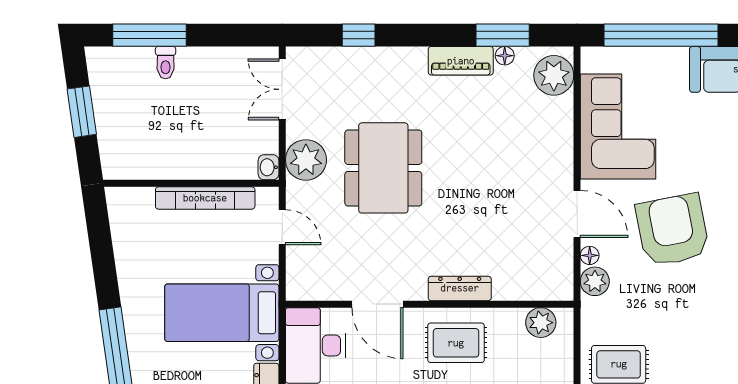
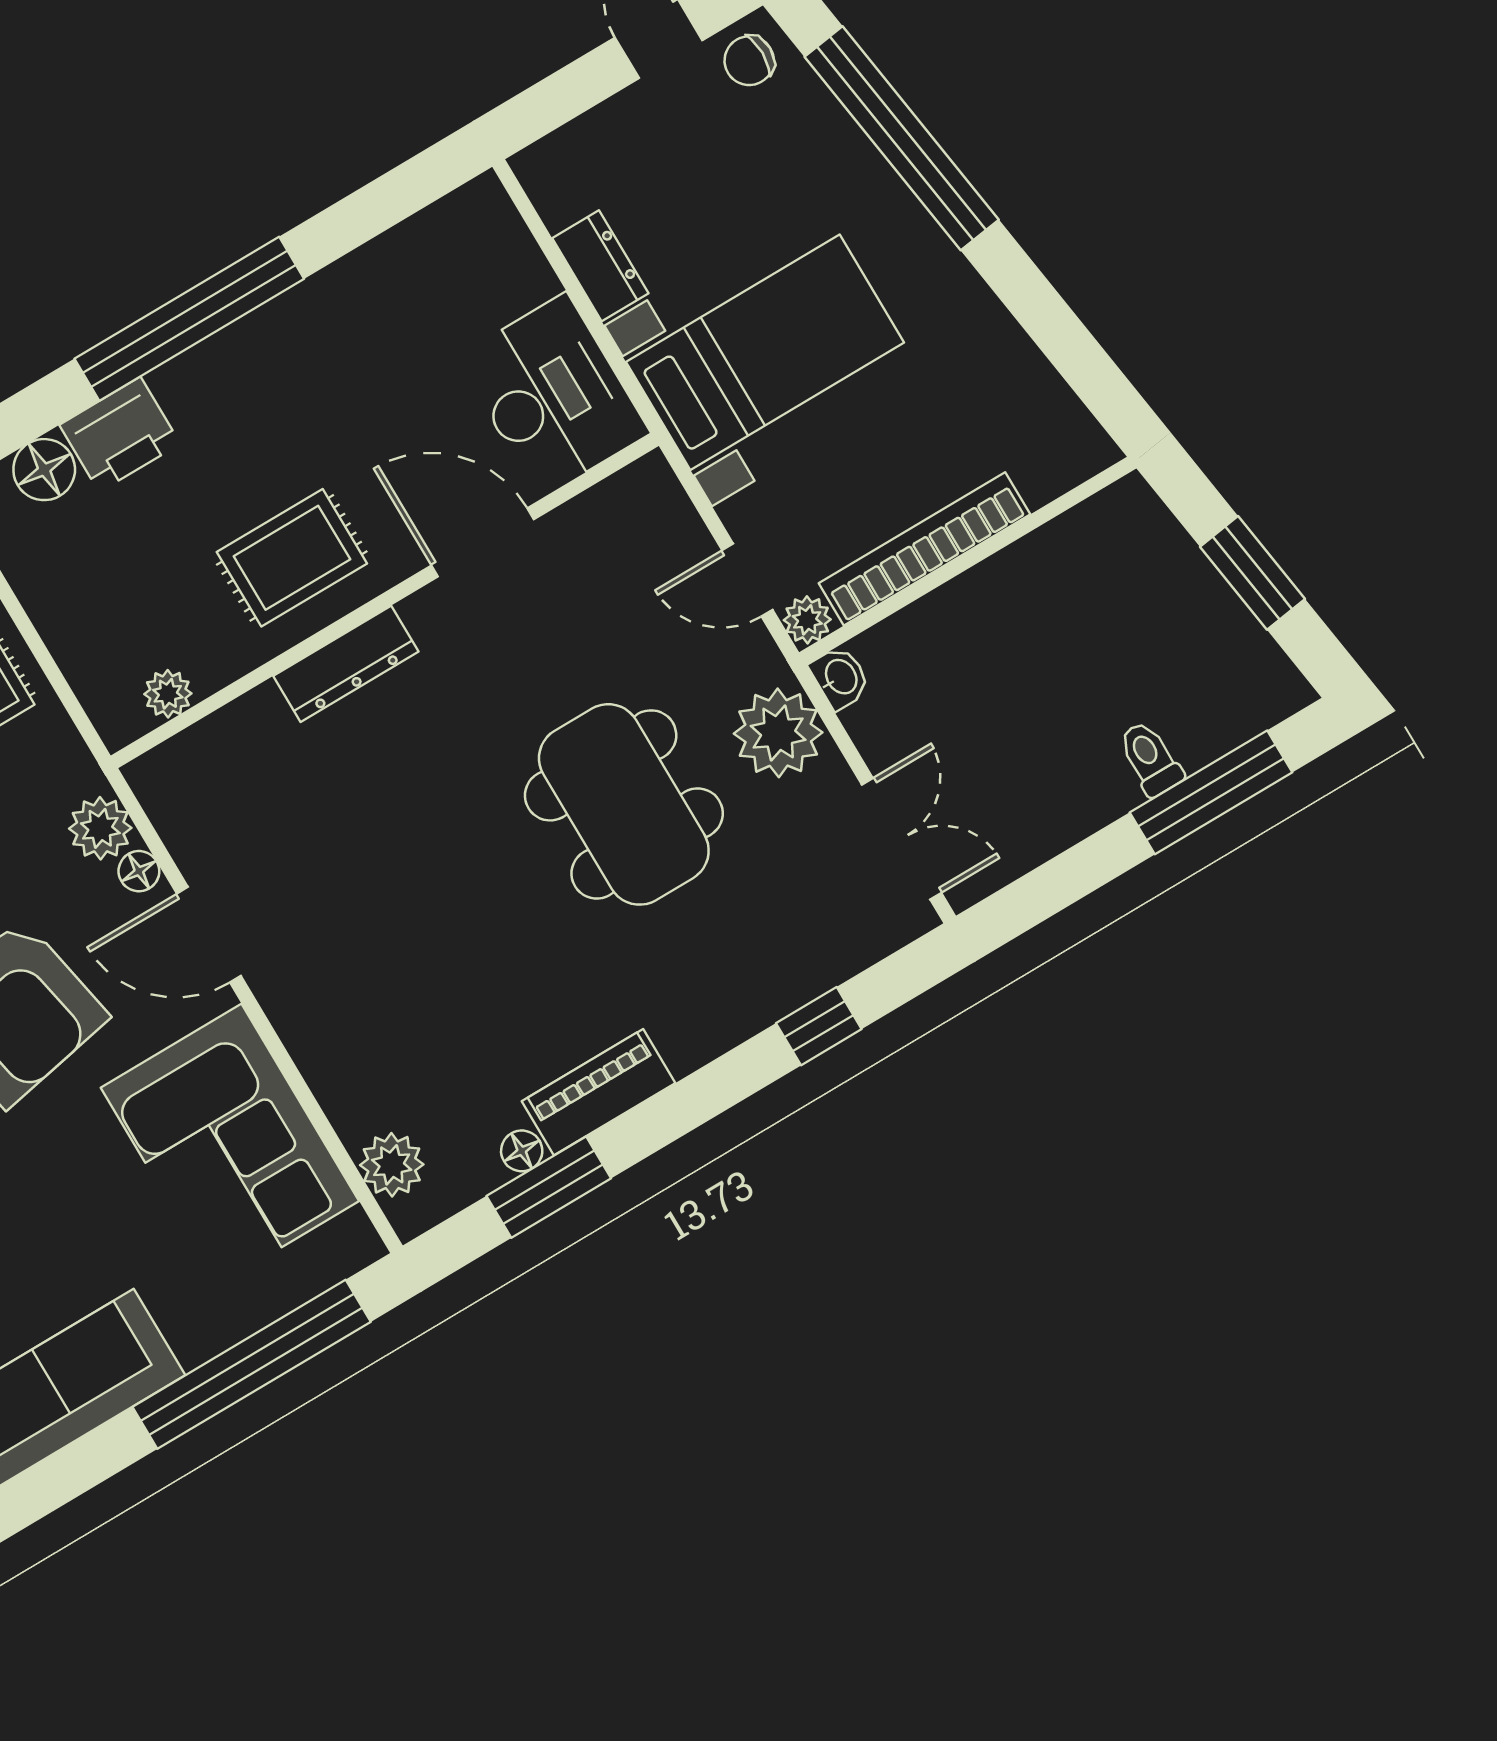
plant: (554, 75) -> (392, 1165), width x0.73, depth x0.73
plant: (268, 198) -> (807, 620), added
plant: (541, 323) -> (168, 694), width x0.73, depth x0.73

